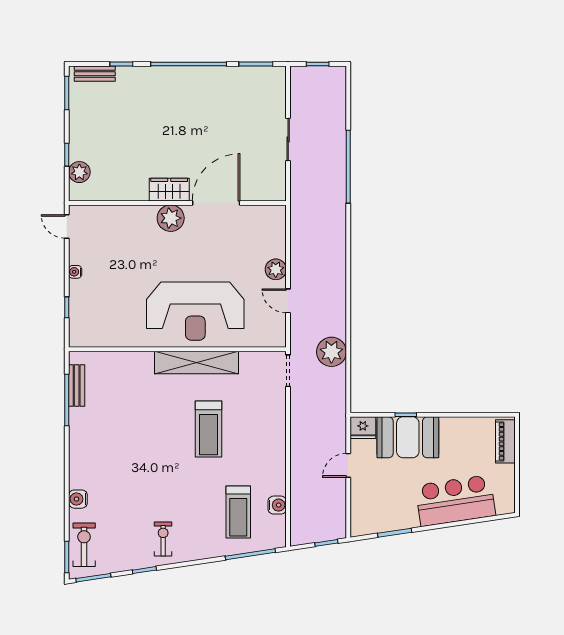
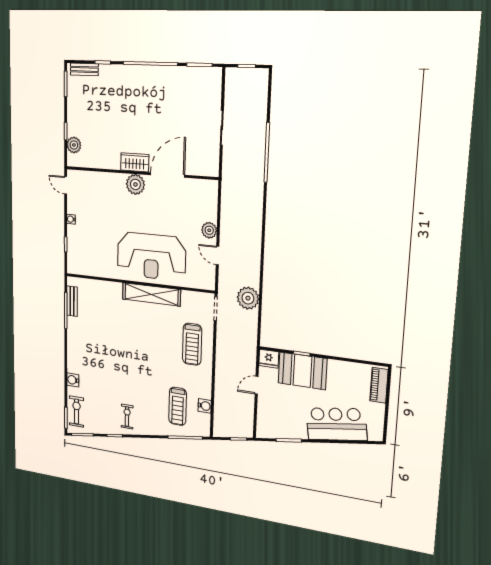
treadmill: (208, 429) -> (192, 344), moved

